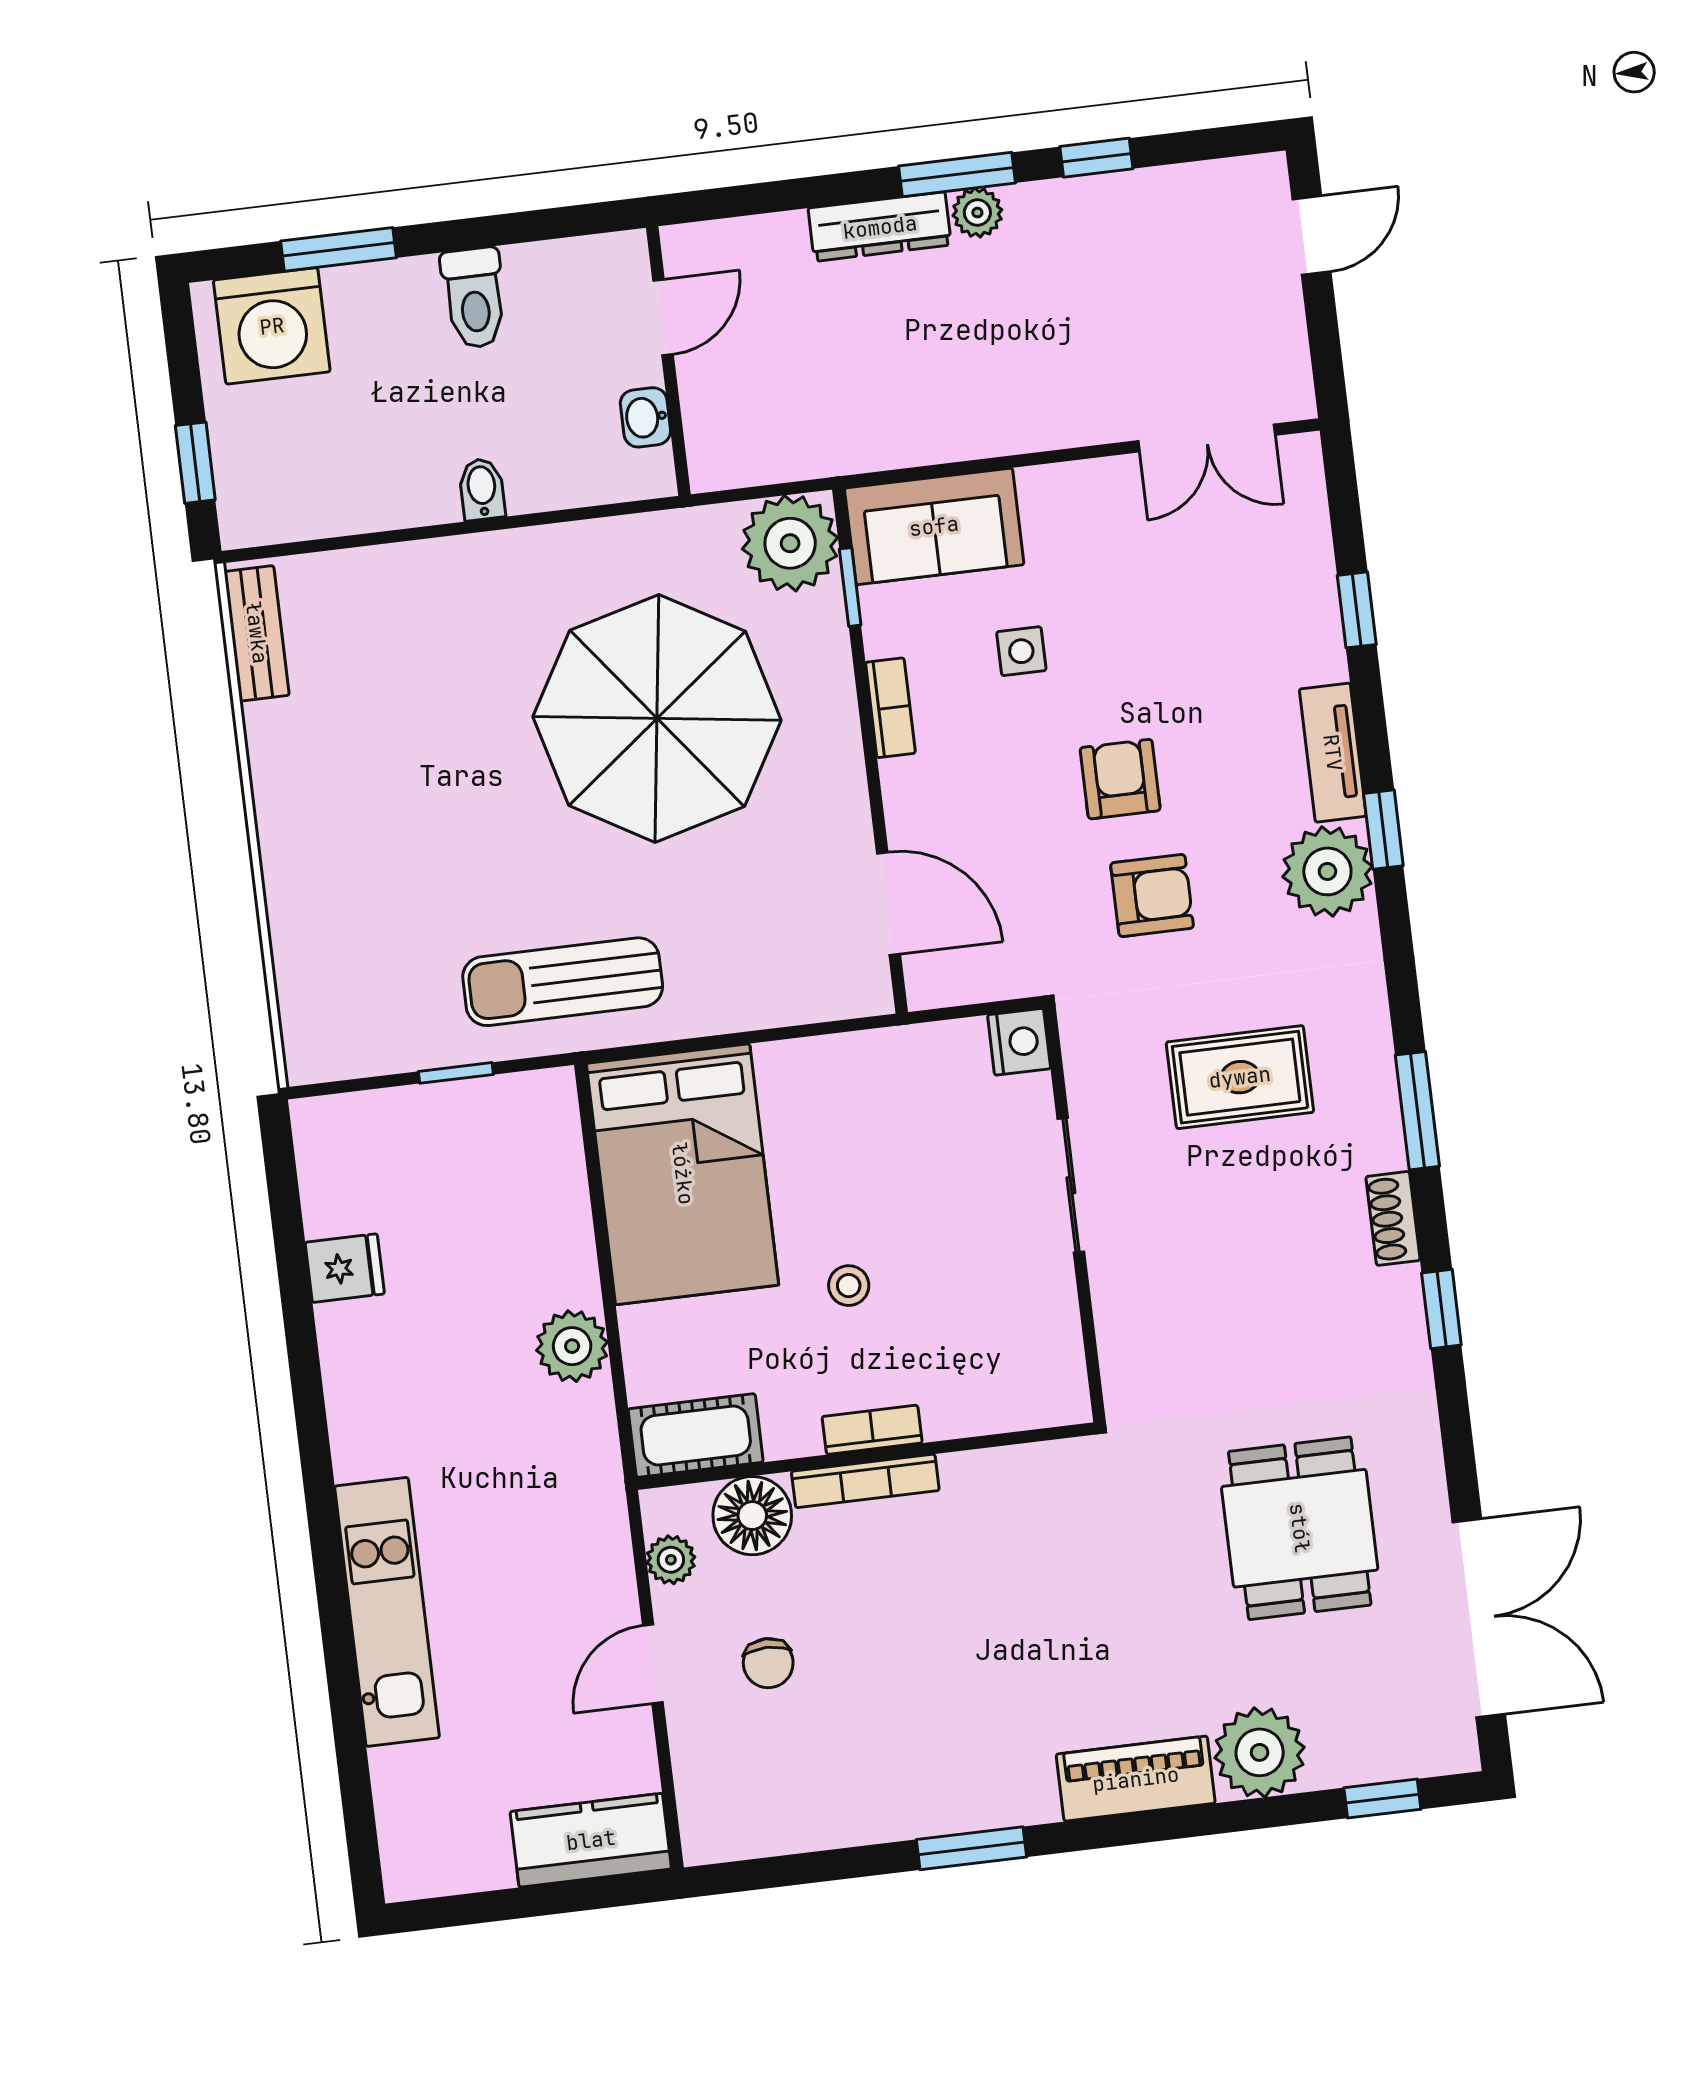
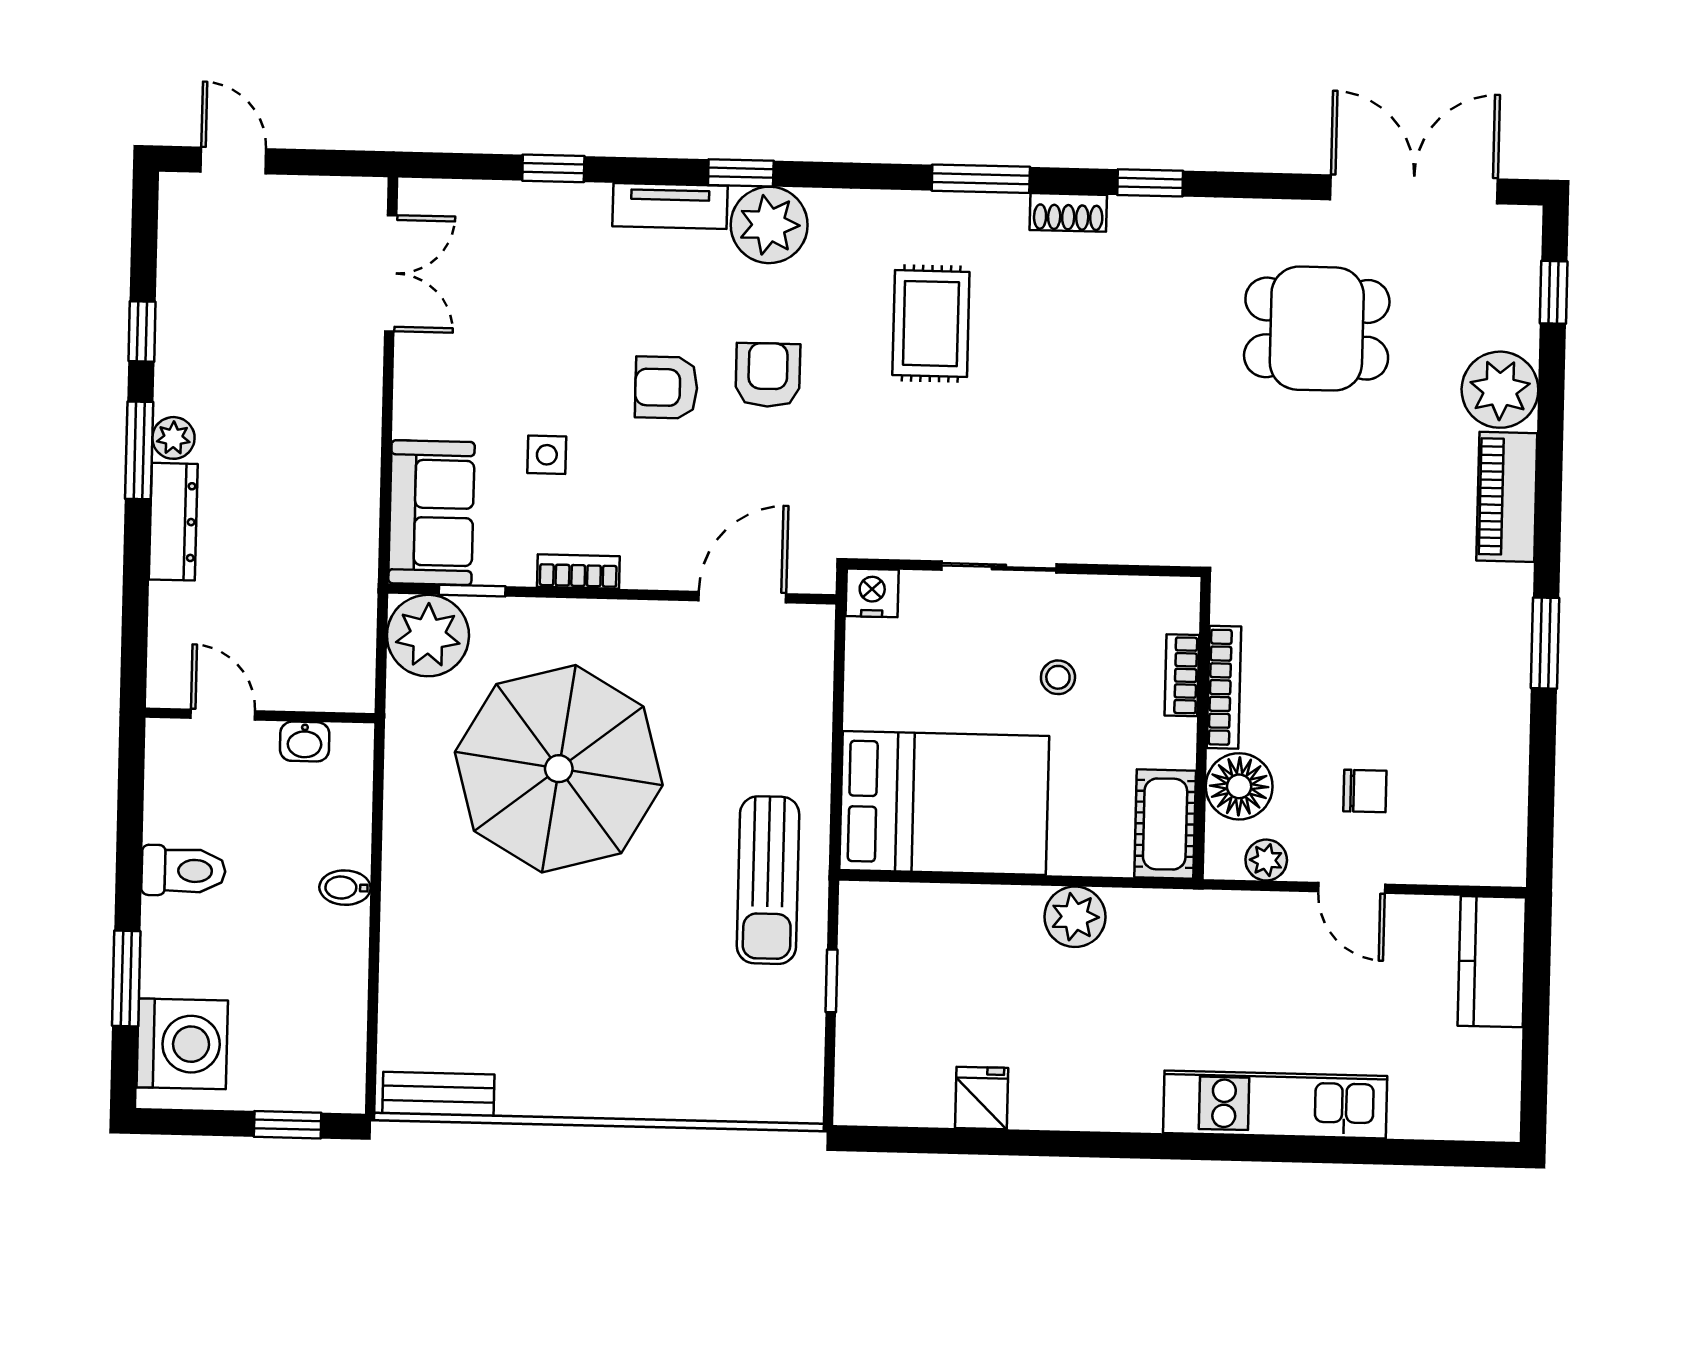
nightstand: (1019, 1042) -> (872, 593), moved
sliding door: (1071, 1185) -> (999, 567), moved
wall: (1074, 1214) -> (1024, 568), moved

